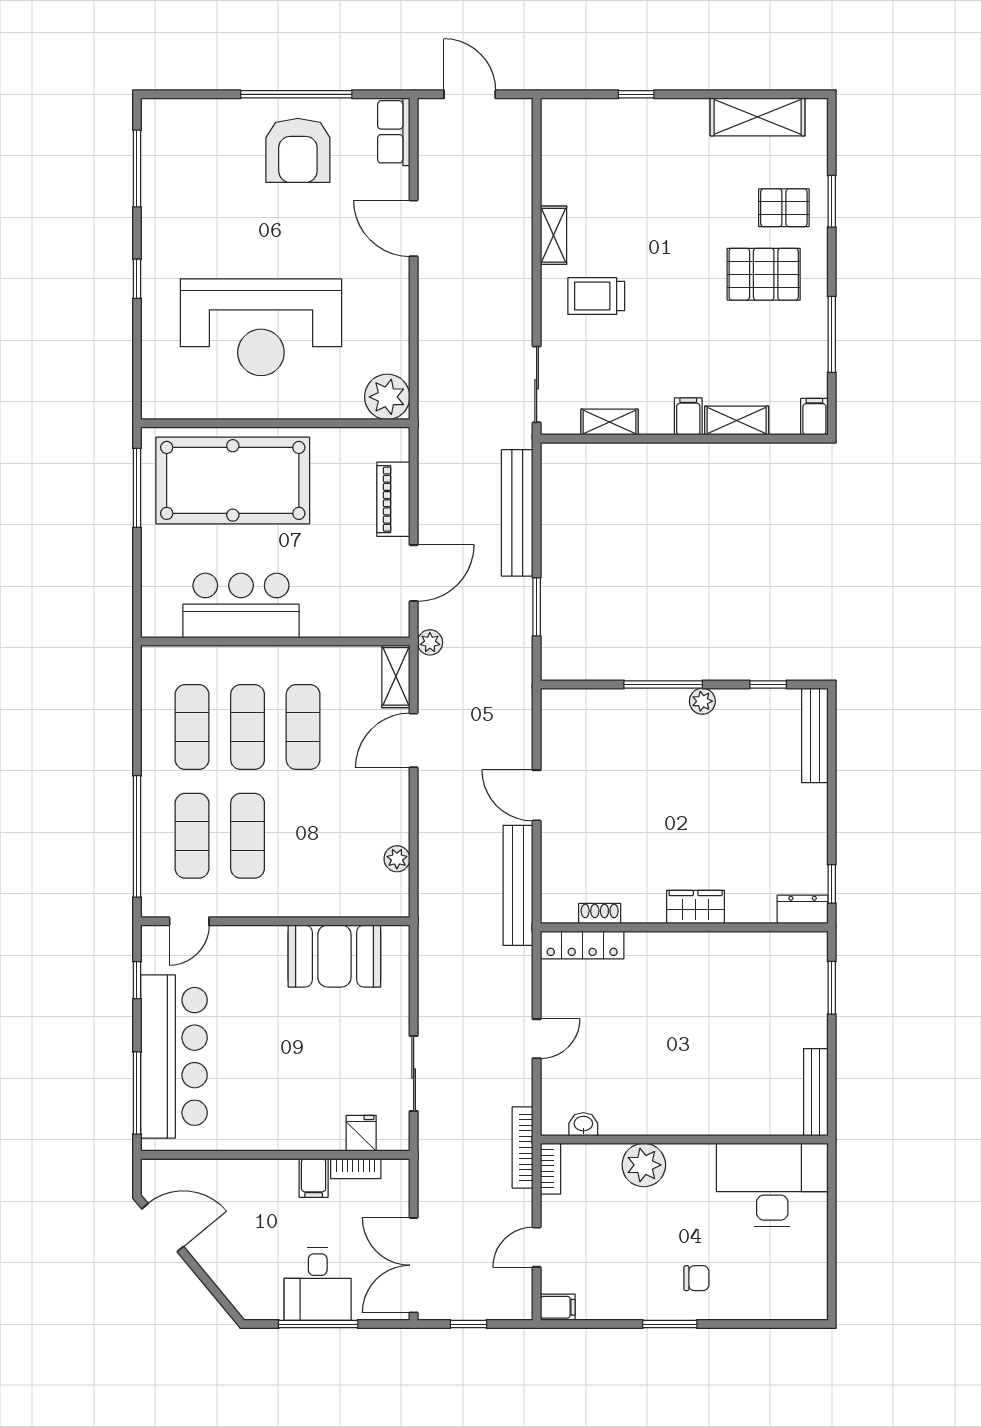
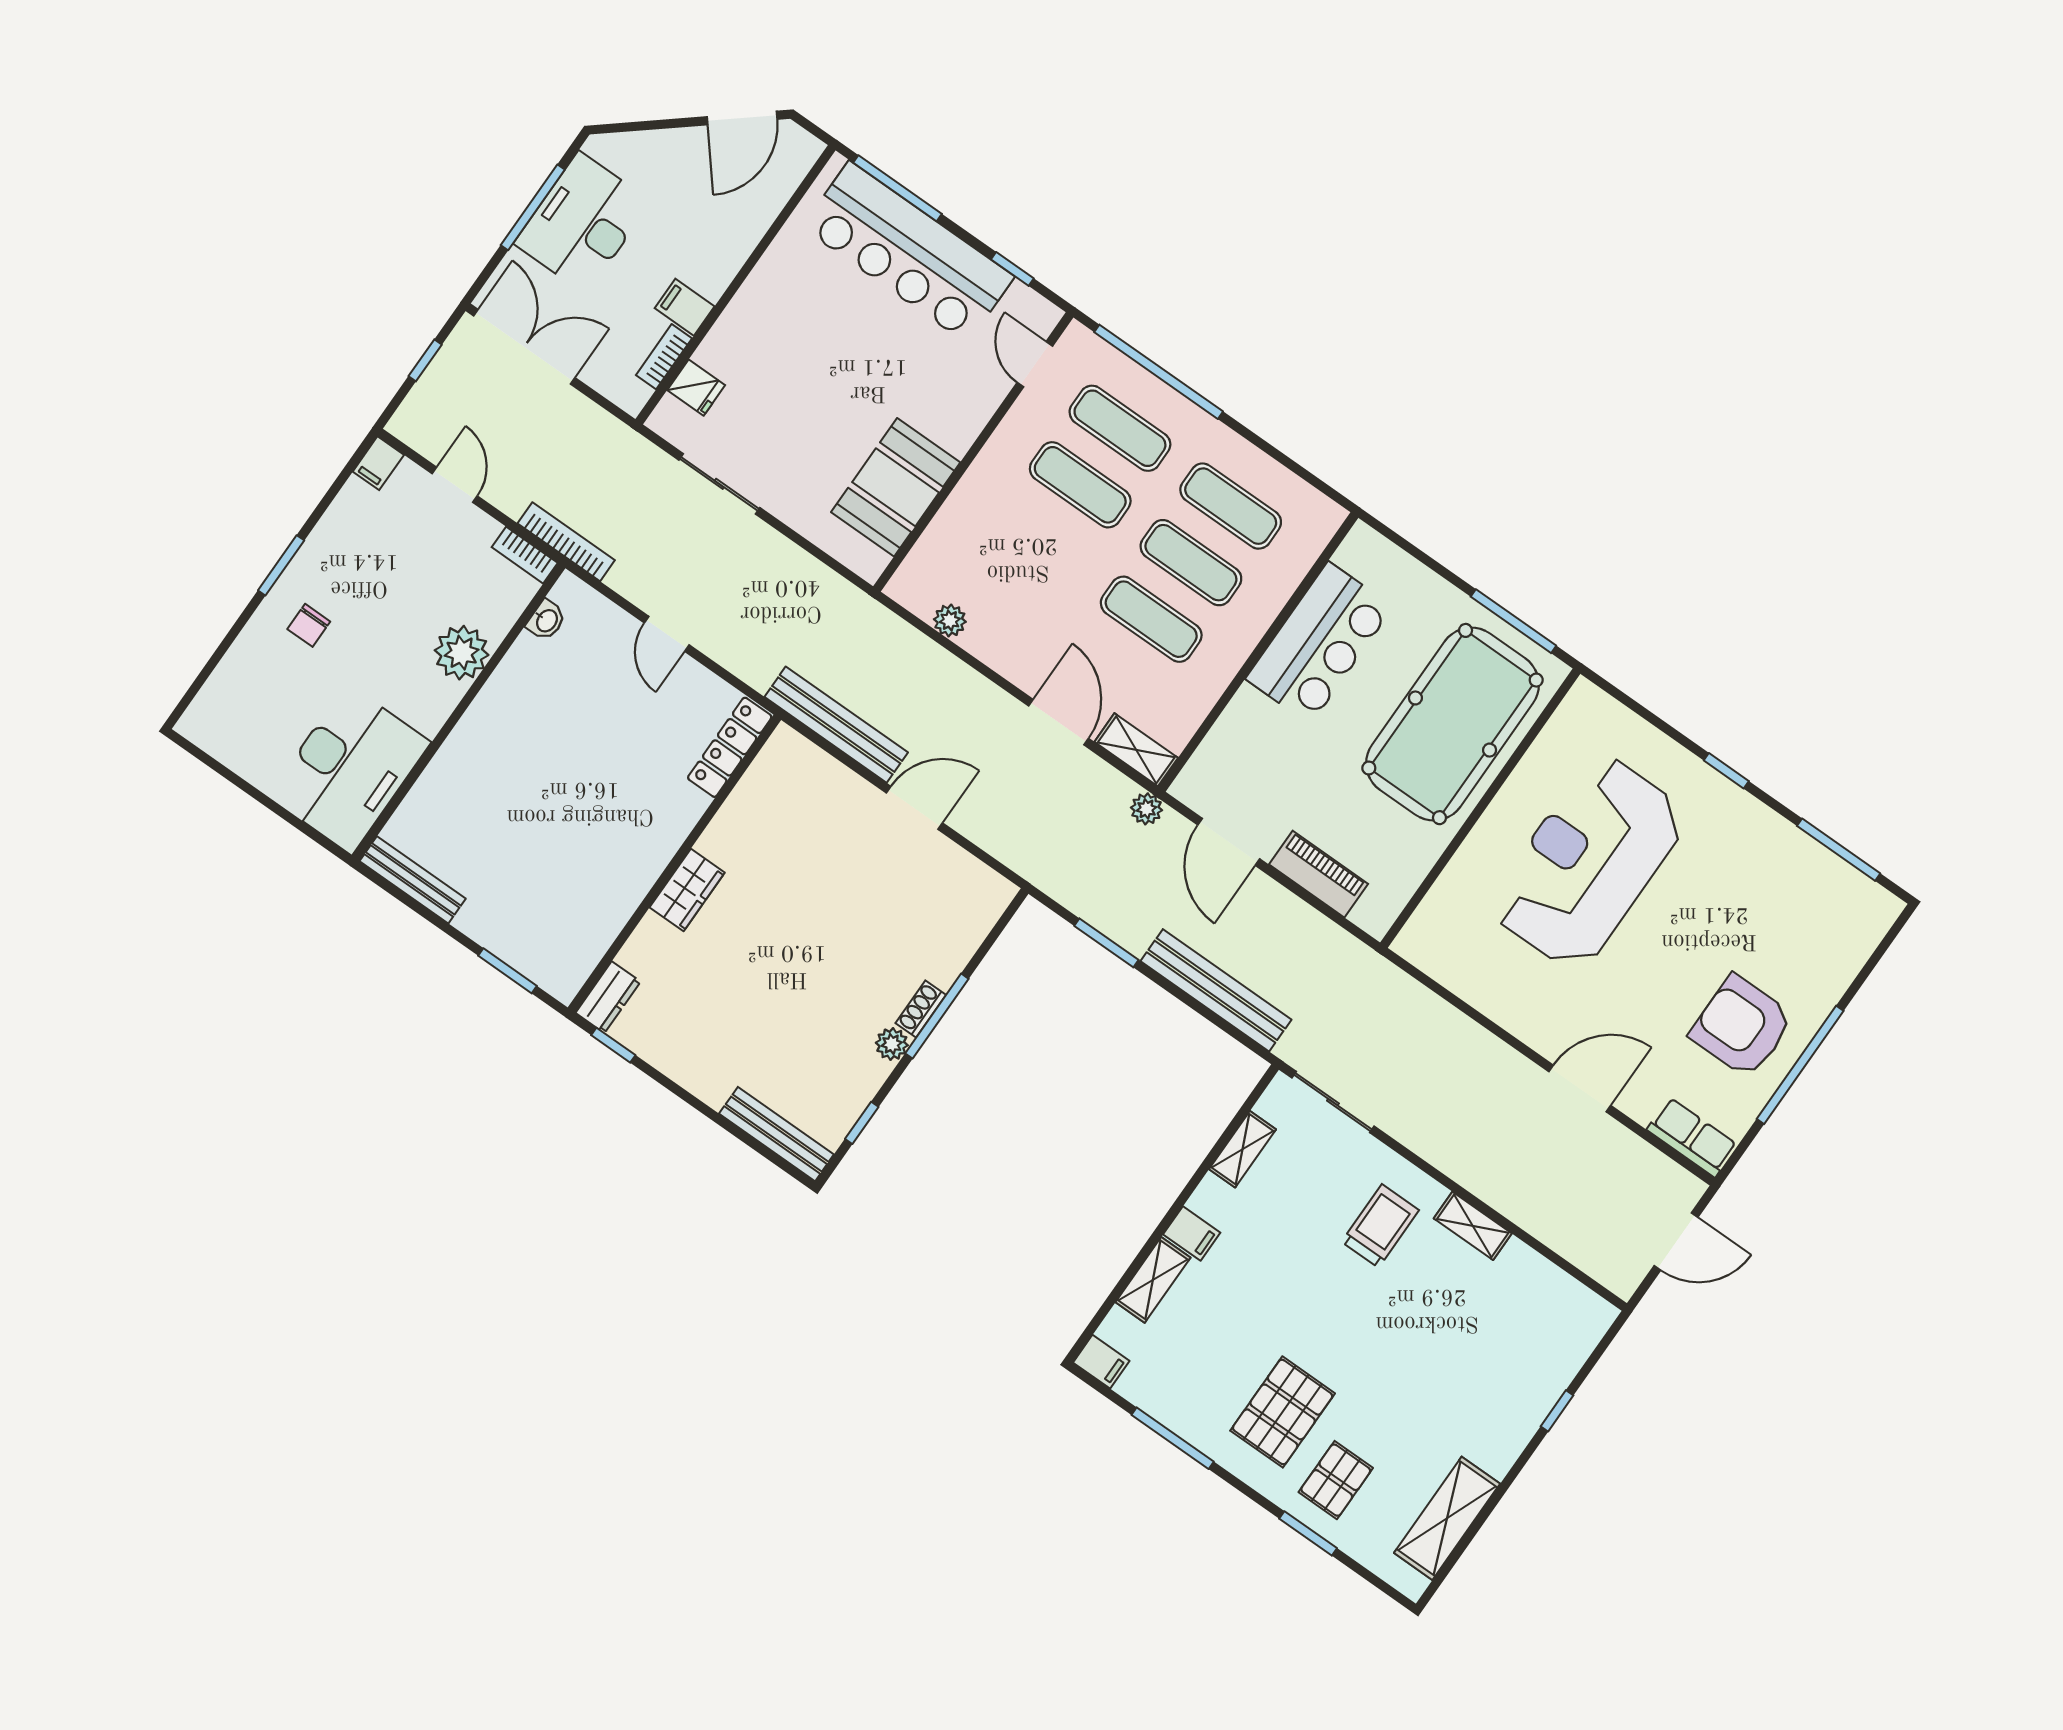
plant: (387, 397) -> (1427, 941), removed
shoe rack: (600, 914) -> (921, 1009), moved, turned 180
desk: (318, 1284) -> (583, 223), width x1.37

